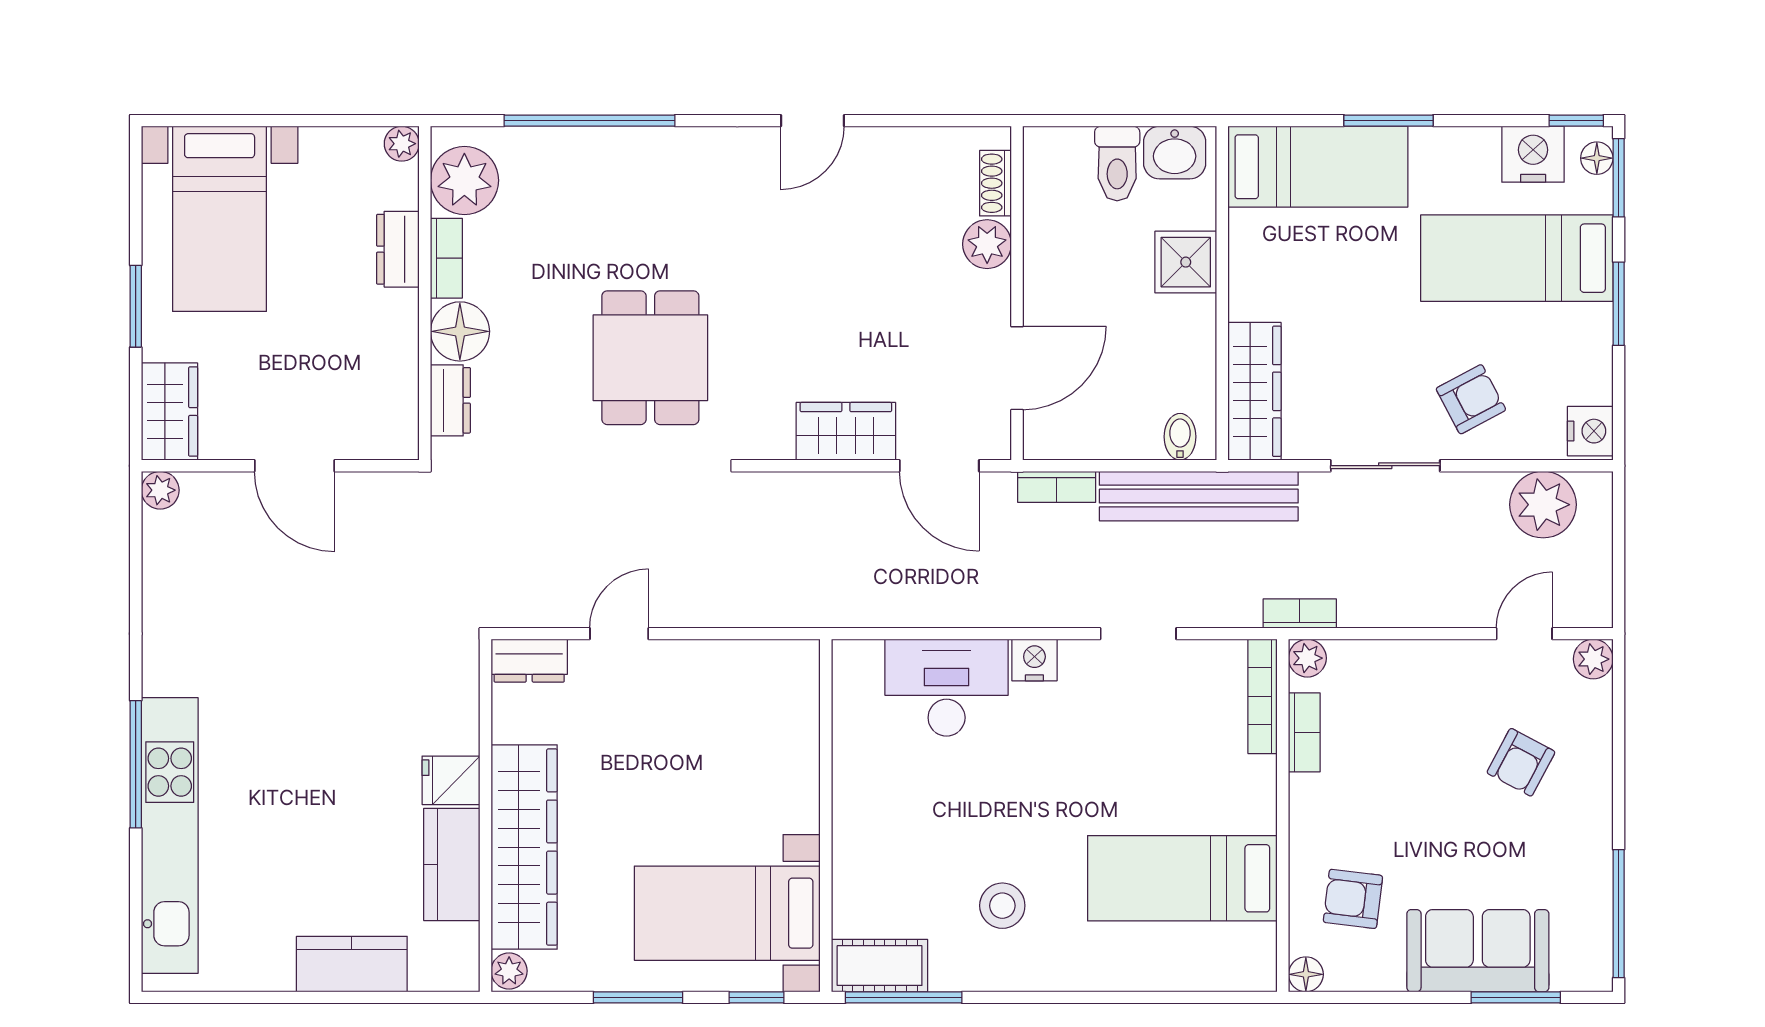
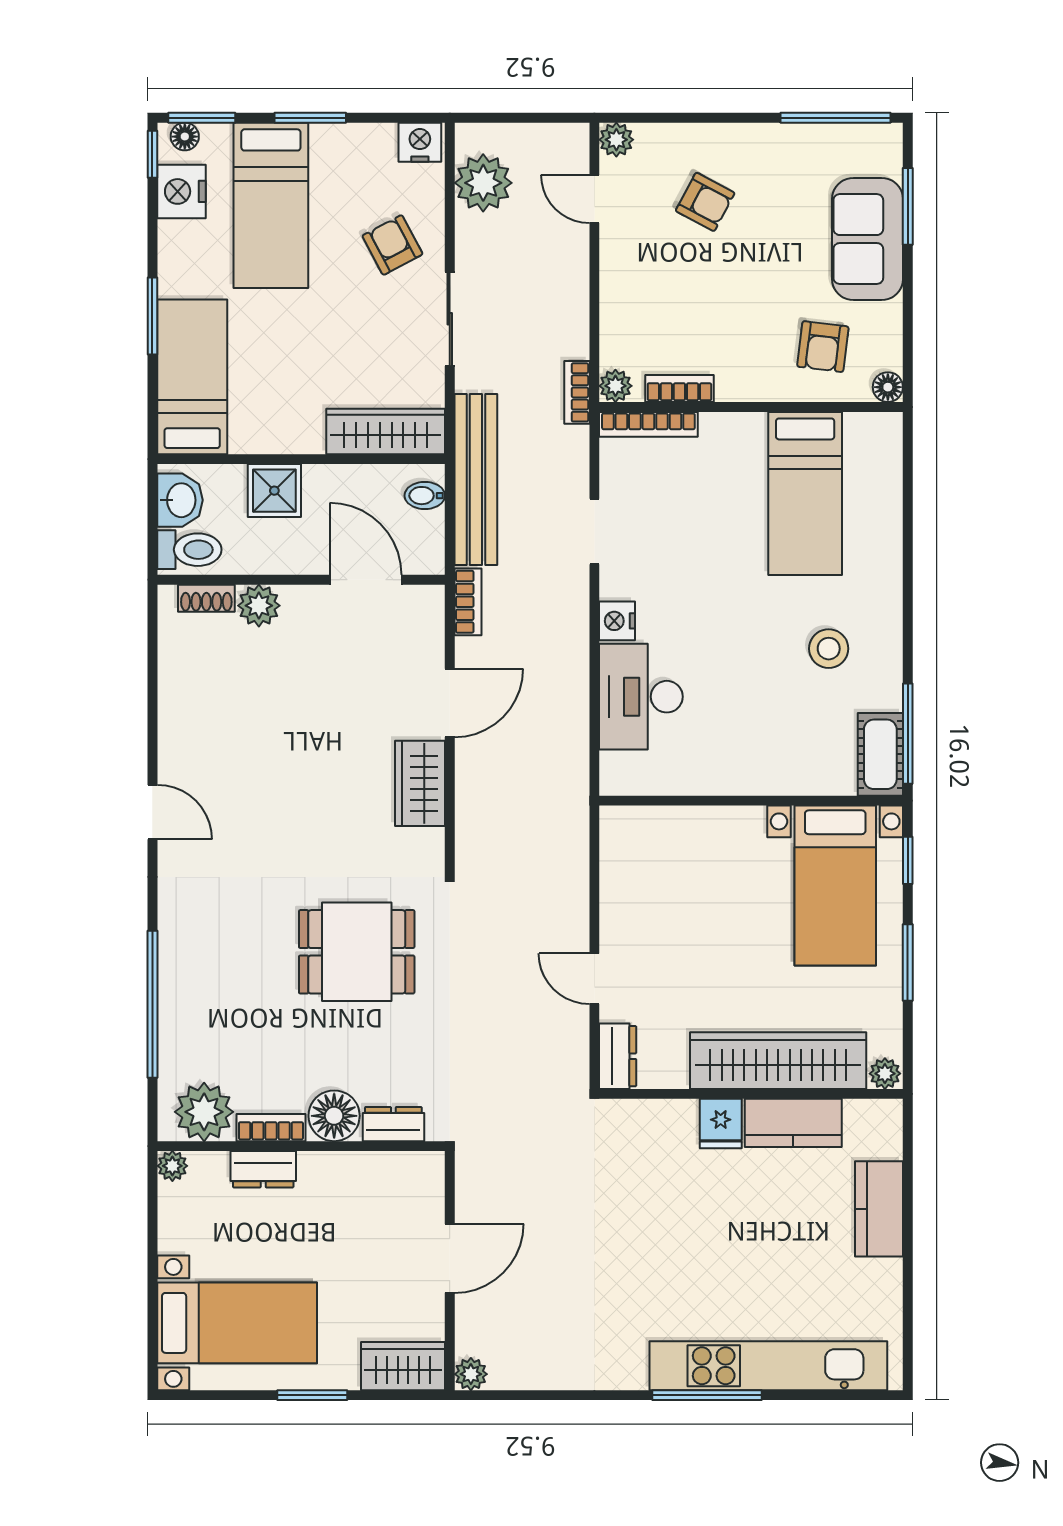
shoe rack: (996, 183) -> (206, 598), moved
plant: (987, 244) -> (259, 606), moved
wall: (1017, 293) -> (301, 580), moved
door: (1017, 368) -> (366, 580), moved

